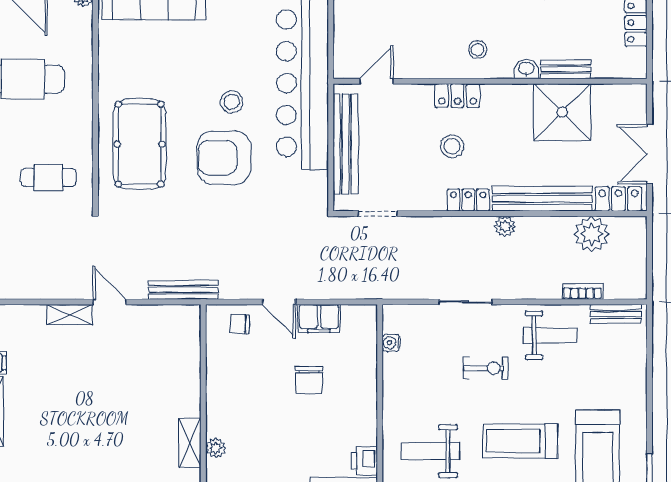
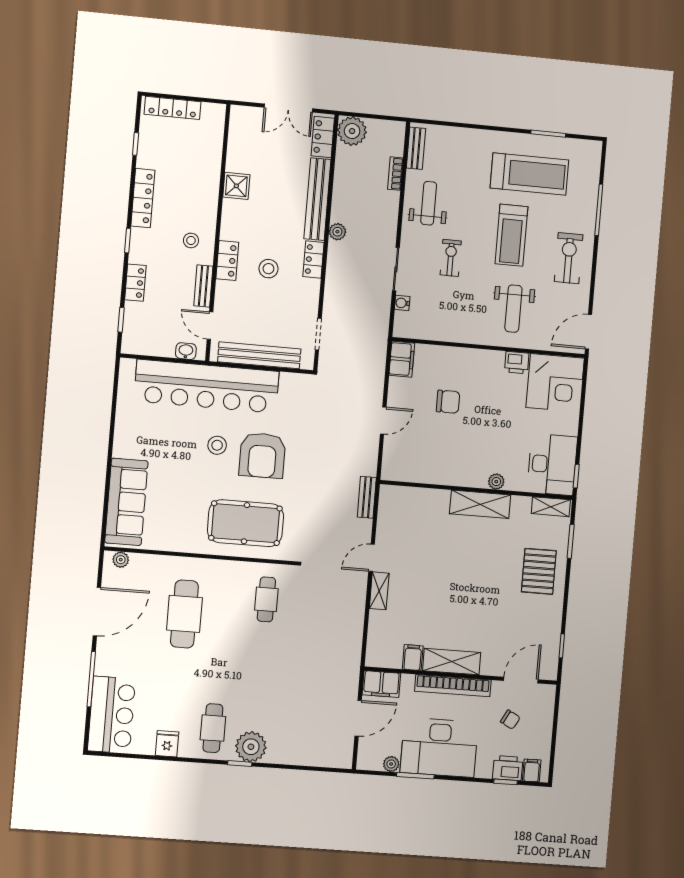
washbasin: (526, 69) -> (186, 351), moved, turned 90
bench: (566, 69) -> (203, 286), moved
shower: (562, 112) -> (236, 186), width x0.54, depth x0.54
plant: (592, 234) -> (352, 131), moved
bench: (183, 290) -> (367, 497), width x0.73
filing cabinet: (319, 318) -> (402, 359), moved
chair: (240, 324) -> (398, 454), removed
water cooler: (391, 343) -> (402, 303), moved, turned 90
shelving: (190, 443) -> (480, 504), width x1.50, depth x1.33

